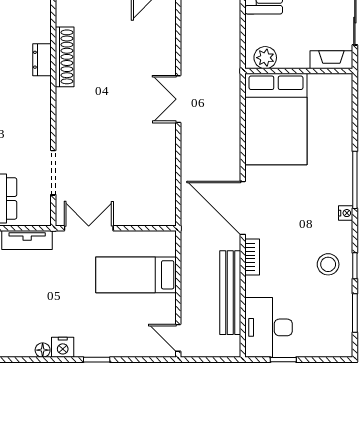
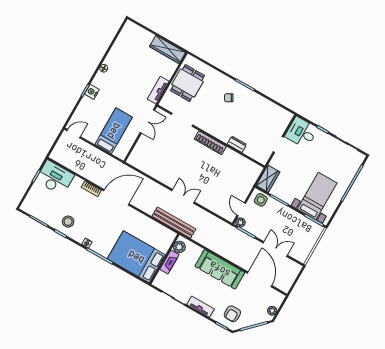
shoe rack: (65, 57) -> (210, 143), moved
fireplace: (331, 60) -> (169, 262), moved
bed: (276, 119) -> (136, 257), moved
bench: (230, 293) -> (174, 223), moved
nightstand: (63, 347) -> (92, 92), moved

